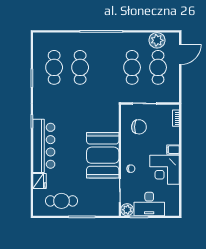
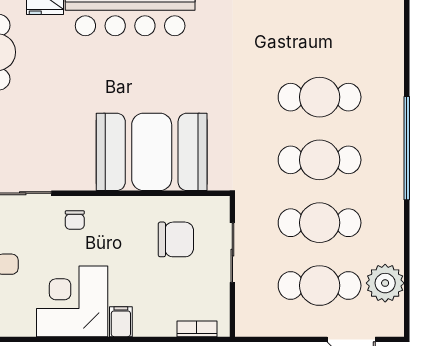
cafe table: (54, 67) -> (320, 160), moved
chair: (139, 127) -> (176, 239), turned -92
booth: (103, 155) -> (152, 152), moved

